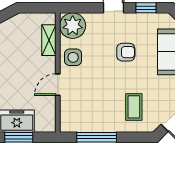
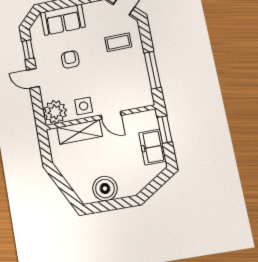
shelving: (49, 40) -> (80, 132), width x1.50, depth x1.33
window: (19, 137) -> (165, 130), moved

